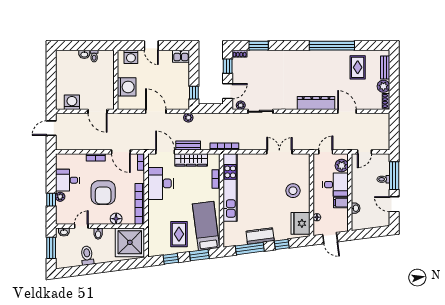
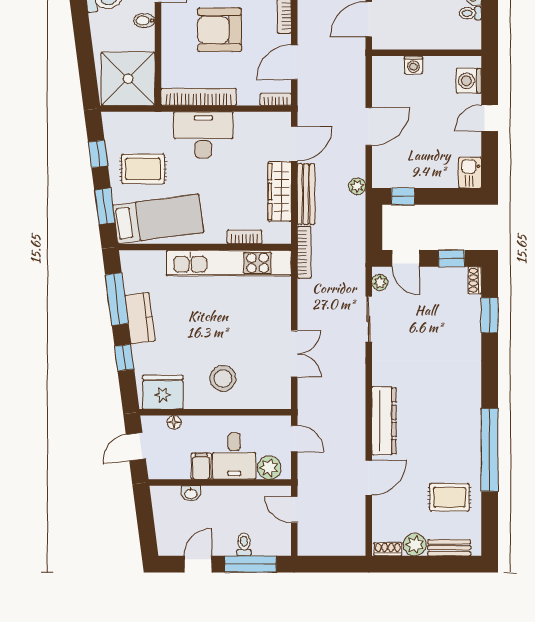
washing machine: (127, 87) -> (413, 65), width x0.53, depth x0.53
bench: (188, 145) -> (306, 194), width x1.36
desk: (160, 183) -> (203, 135), moved
floor lamp: (116, 219) -> (172, 54), removed

